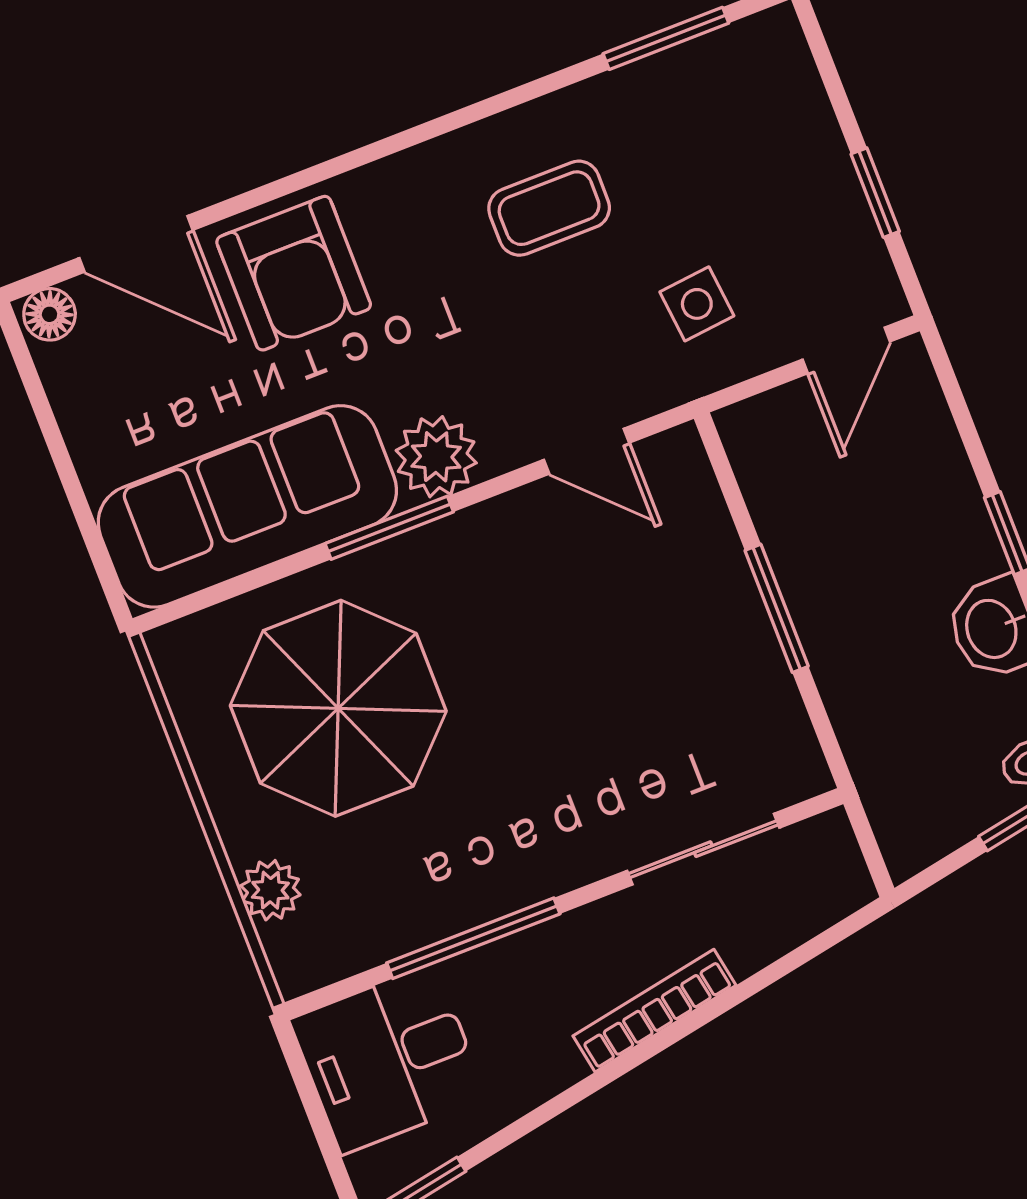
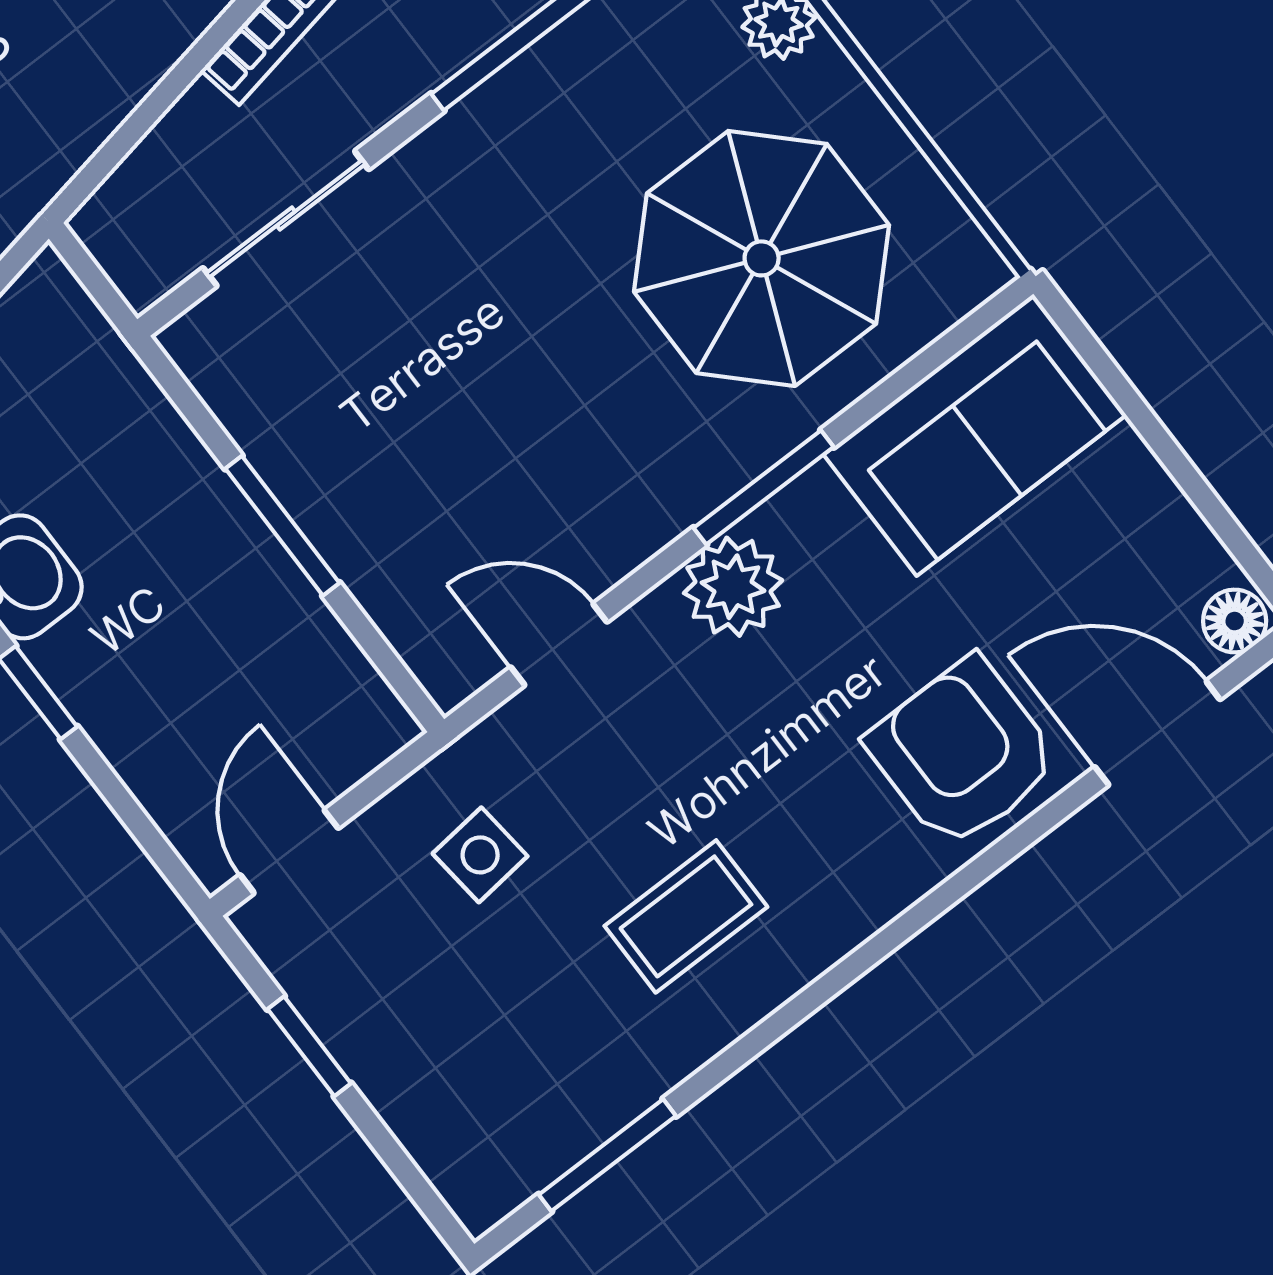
sofa: (247, 506) -> (975, 435), width x0.73

